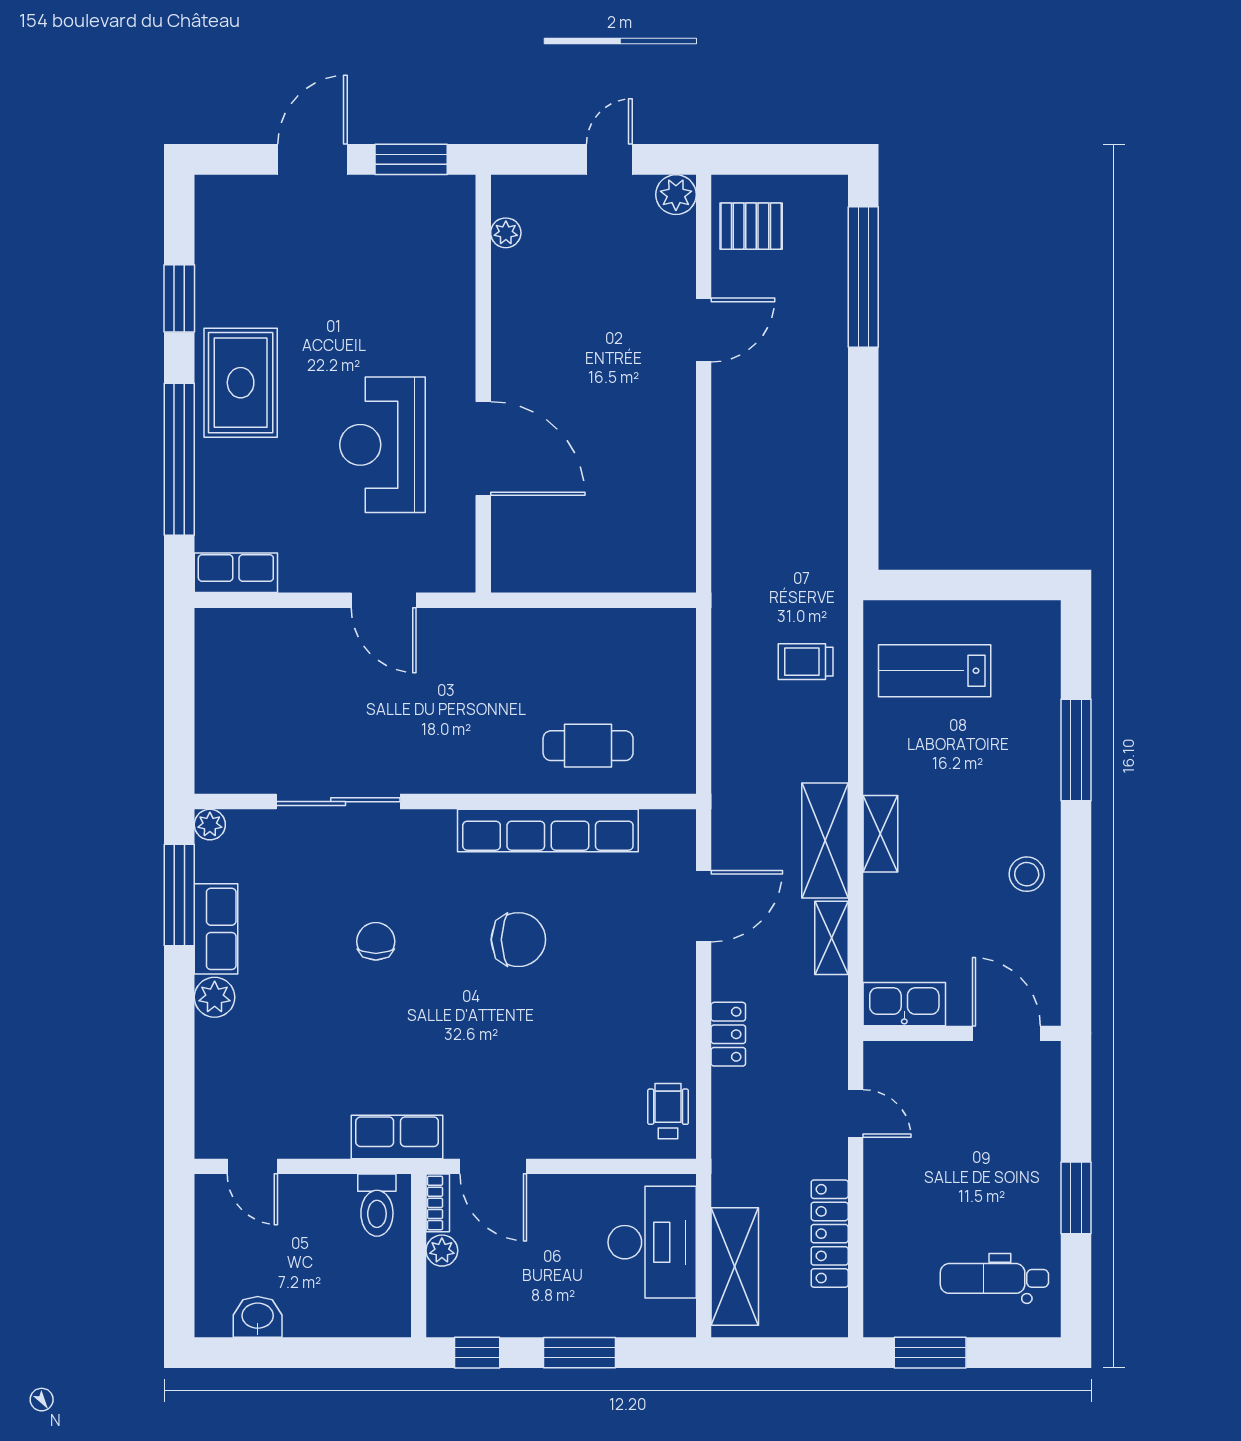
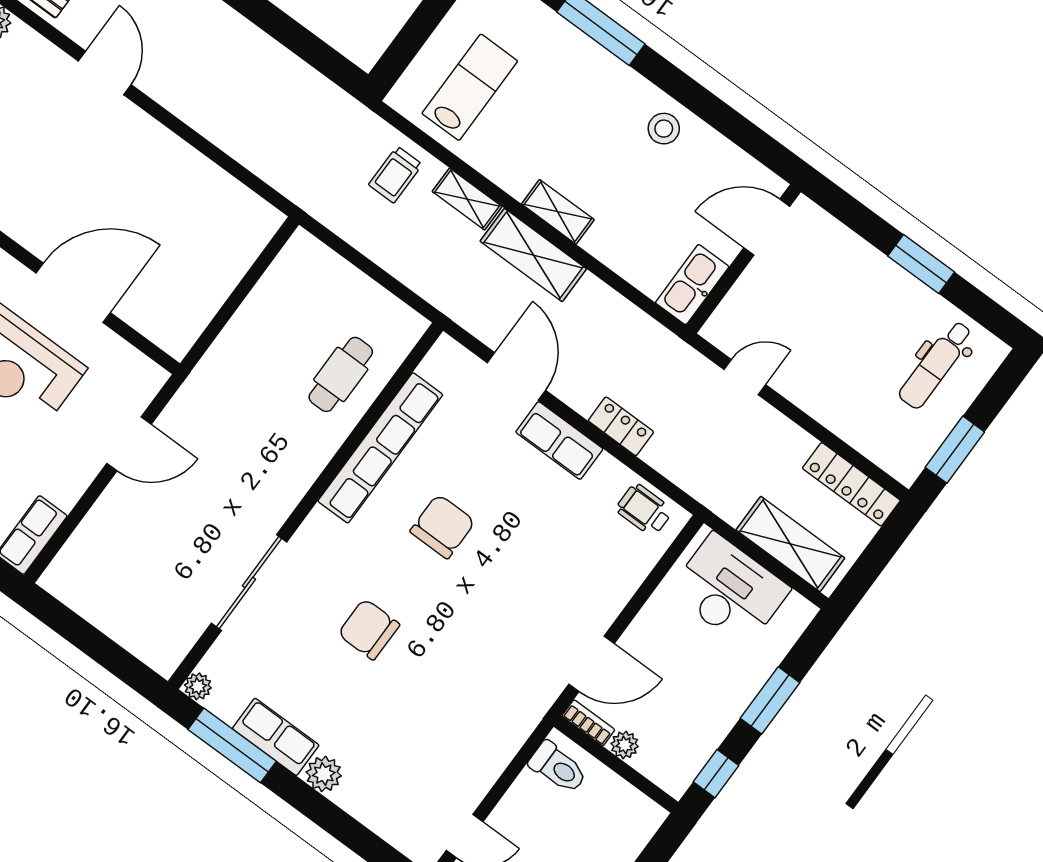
lab bench: (935, 671) -> (470, 87), turned 180
shelving: (831, 938) -> (467, 199), moved
chair: (376, 941) -> (369, 629), width x1.37, depth x1.37
row of seats: (397, 1137) -> (559, 441), moved, turned -90
locker: (830, 1234) -> (851, 484), moved

